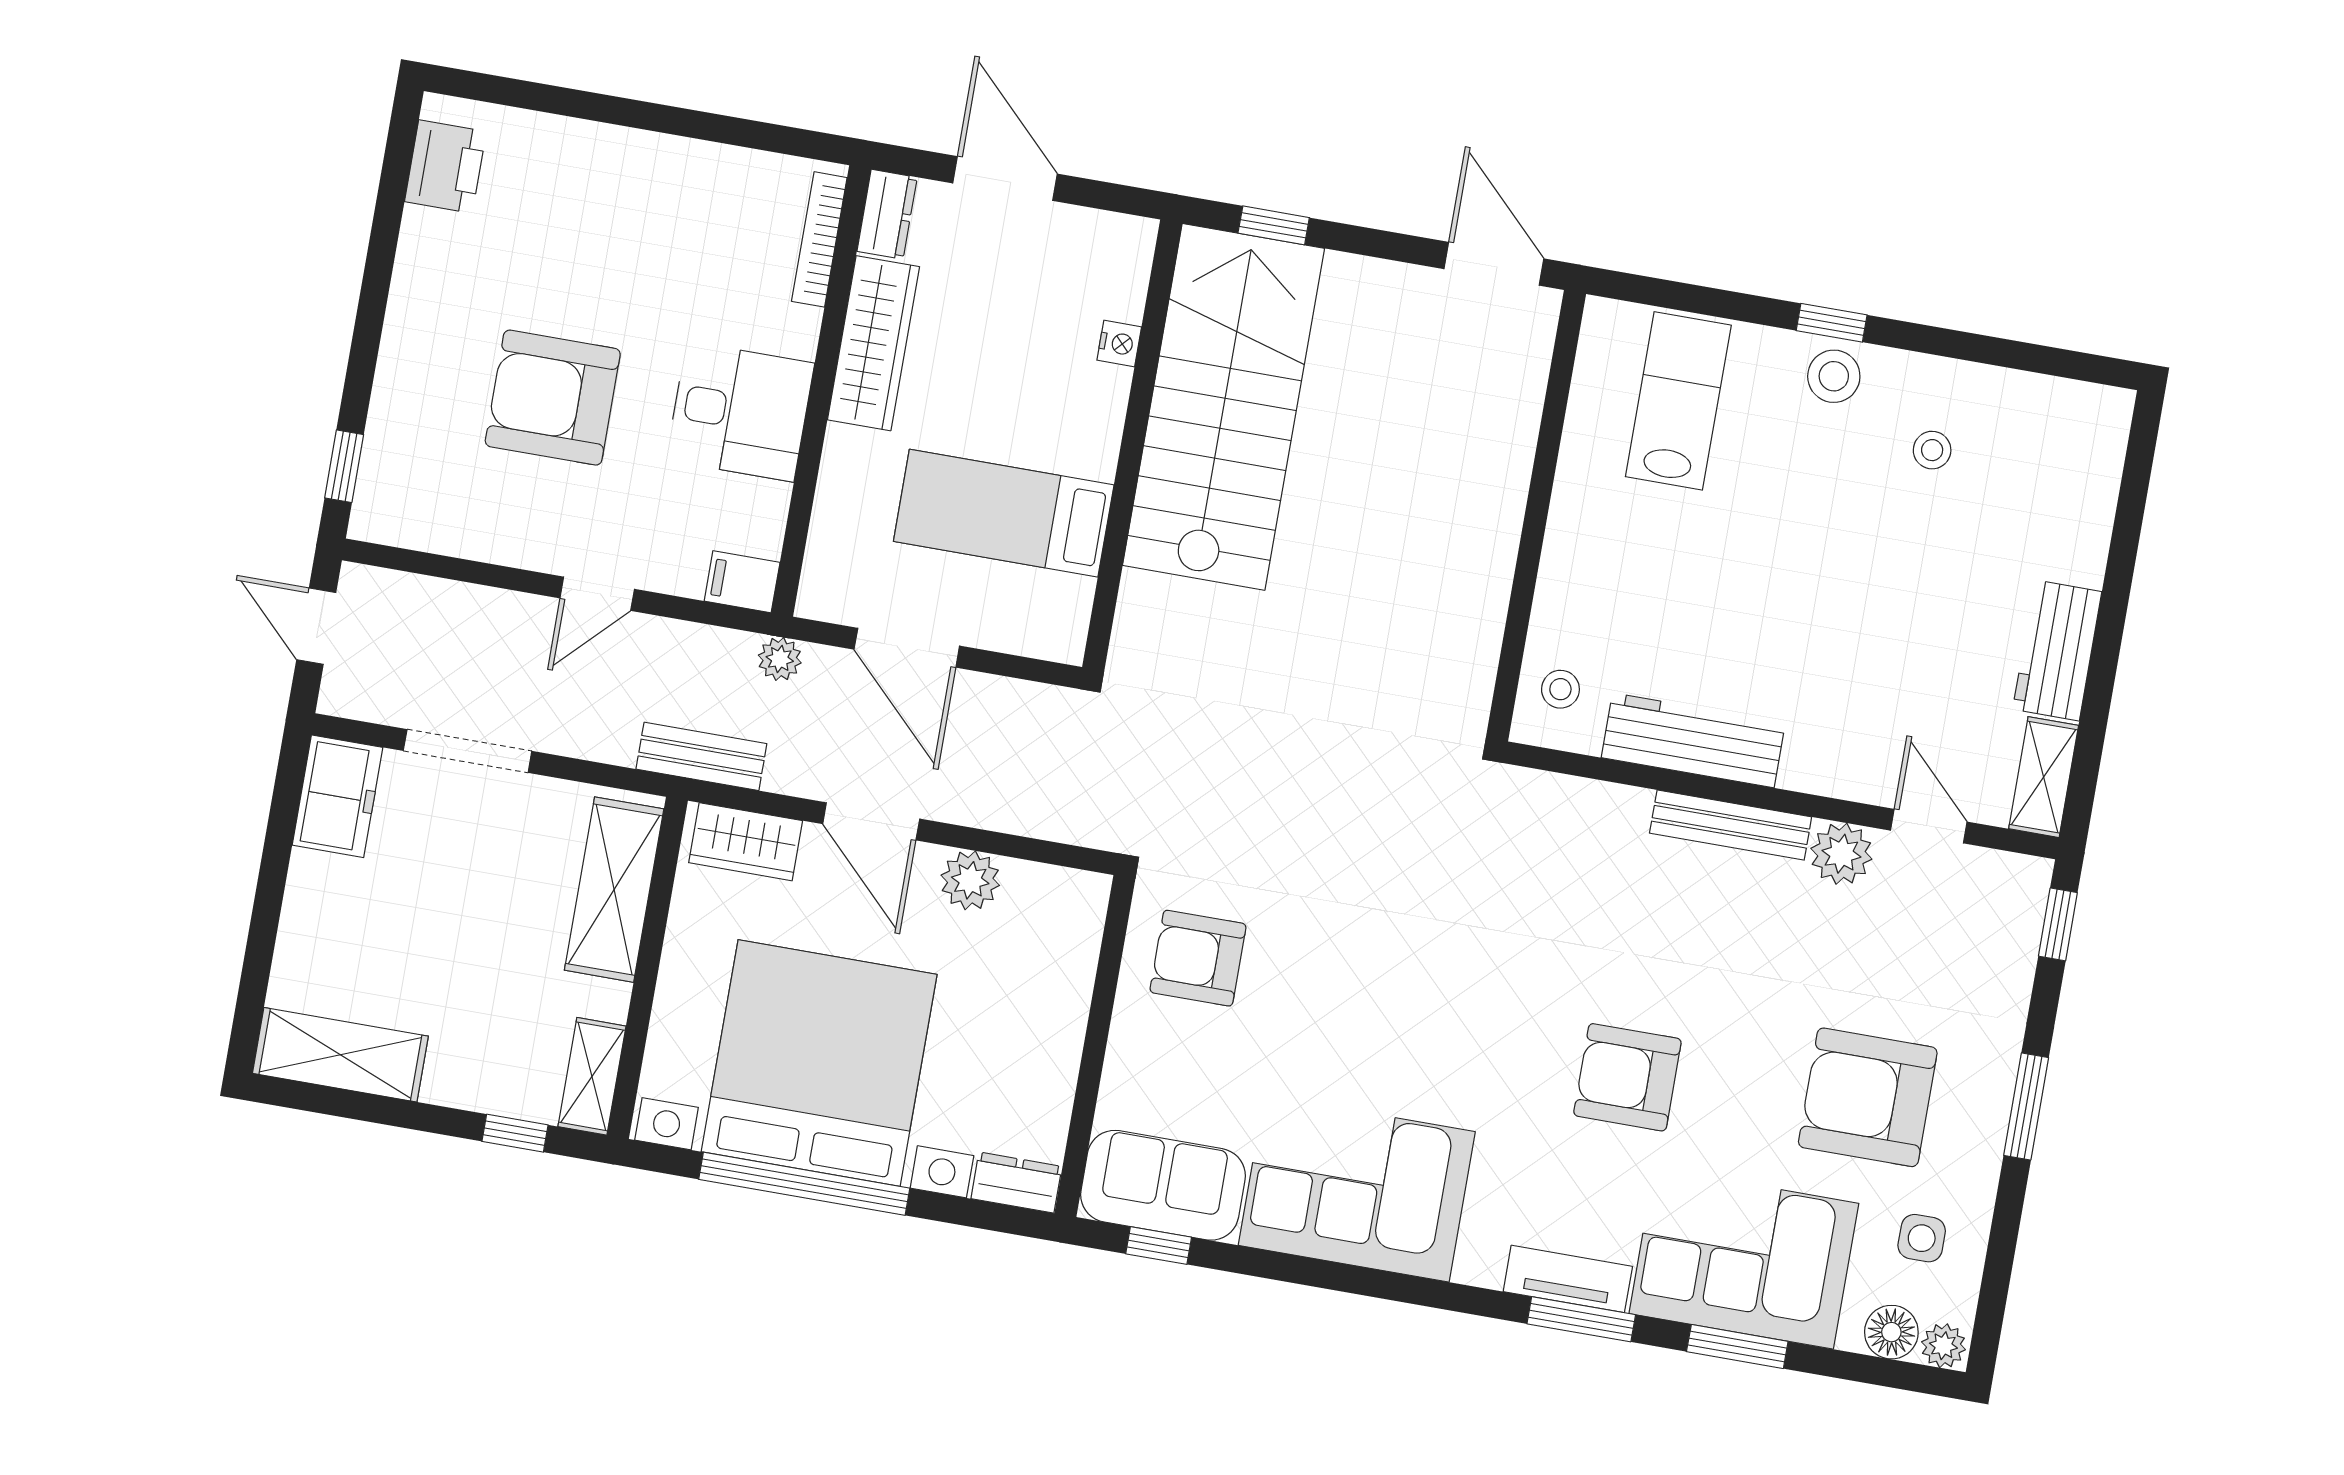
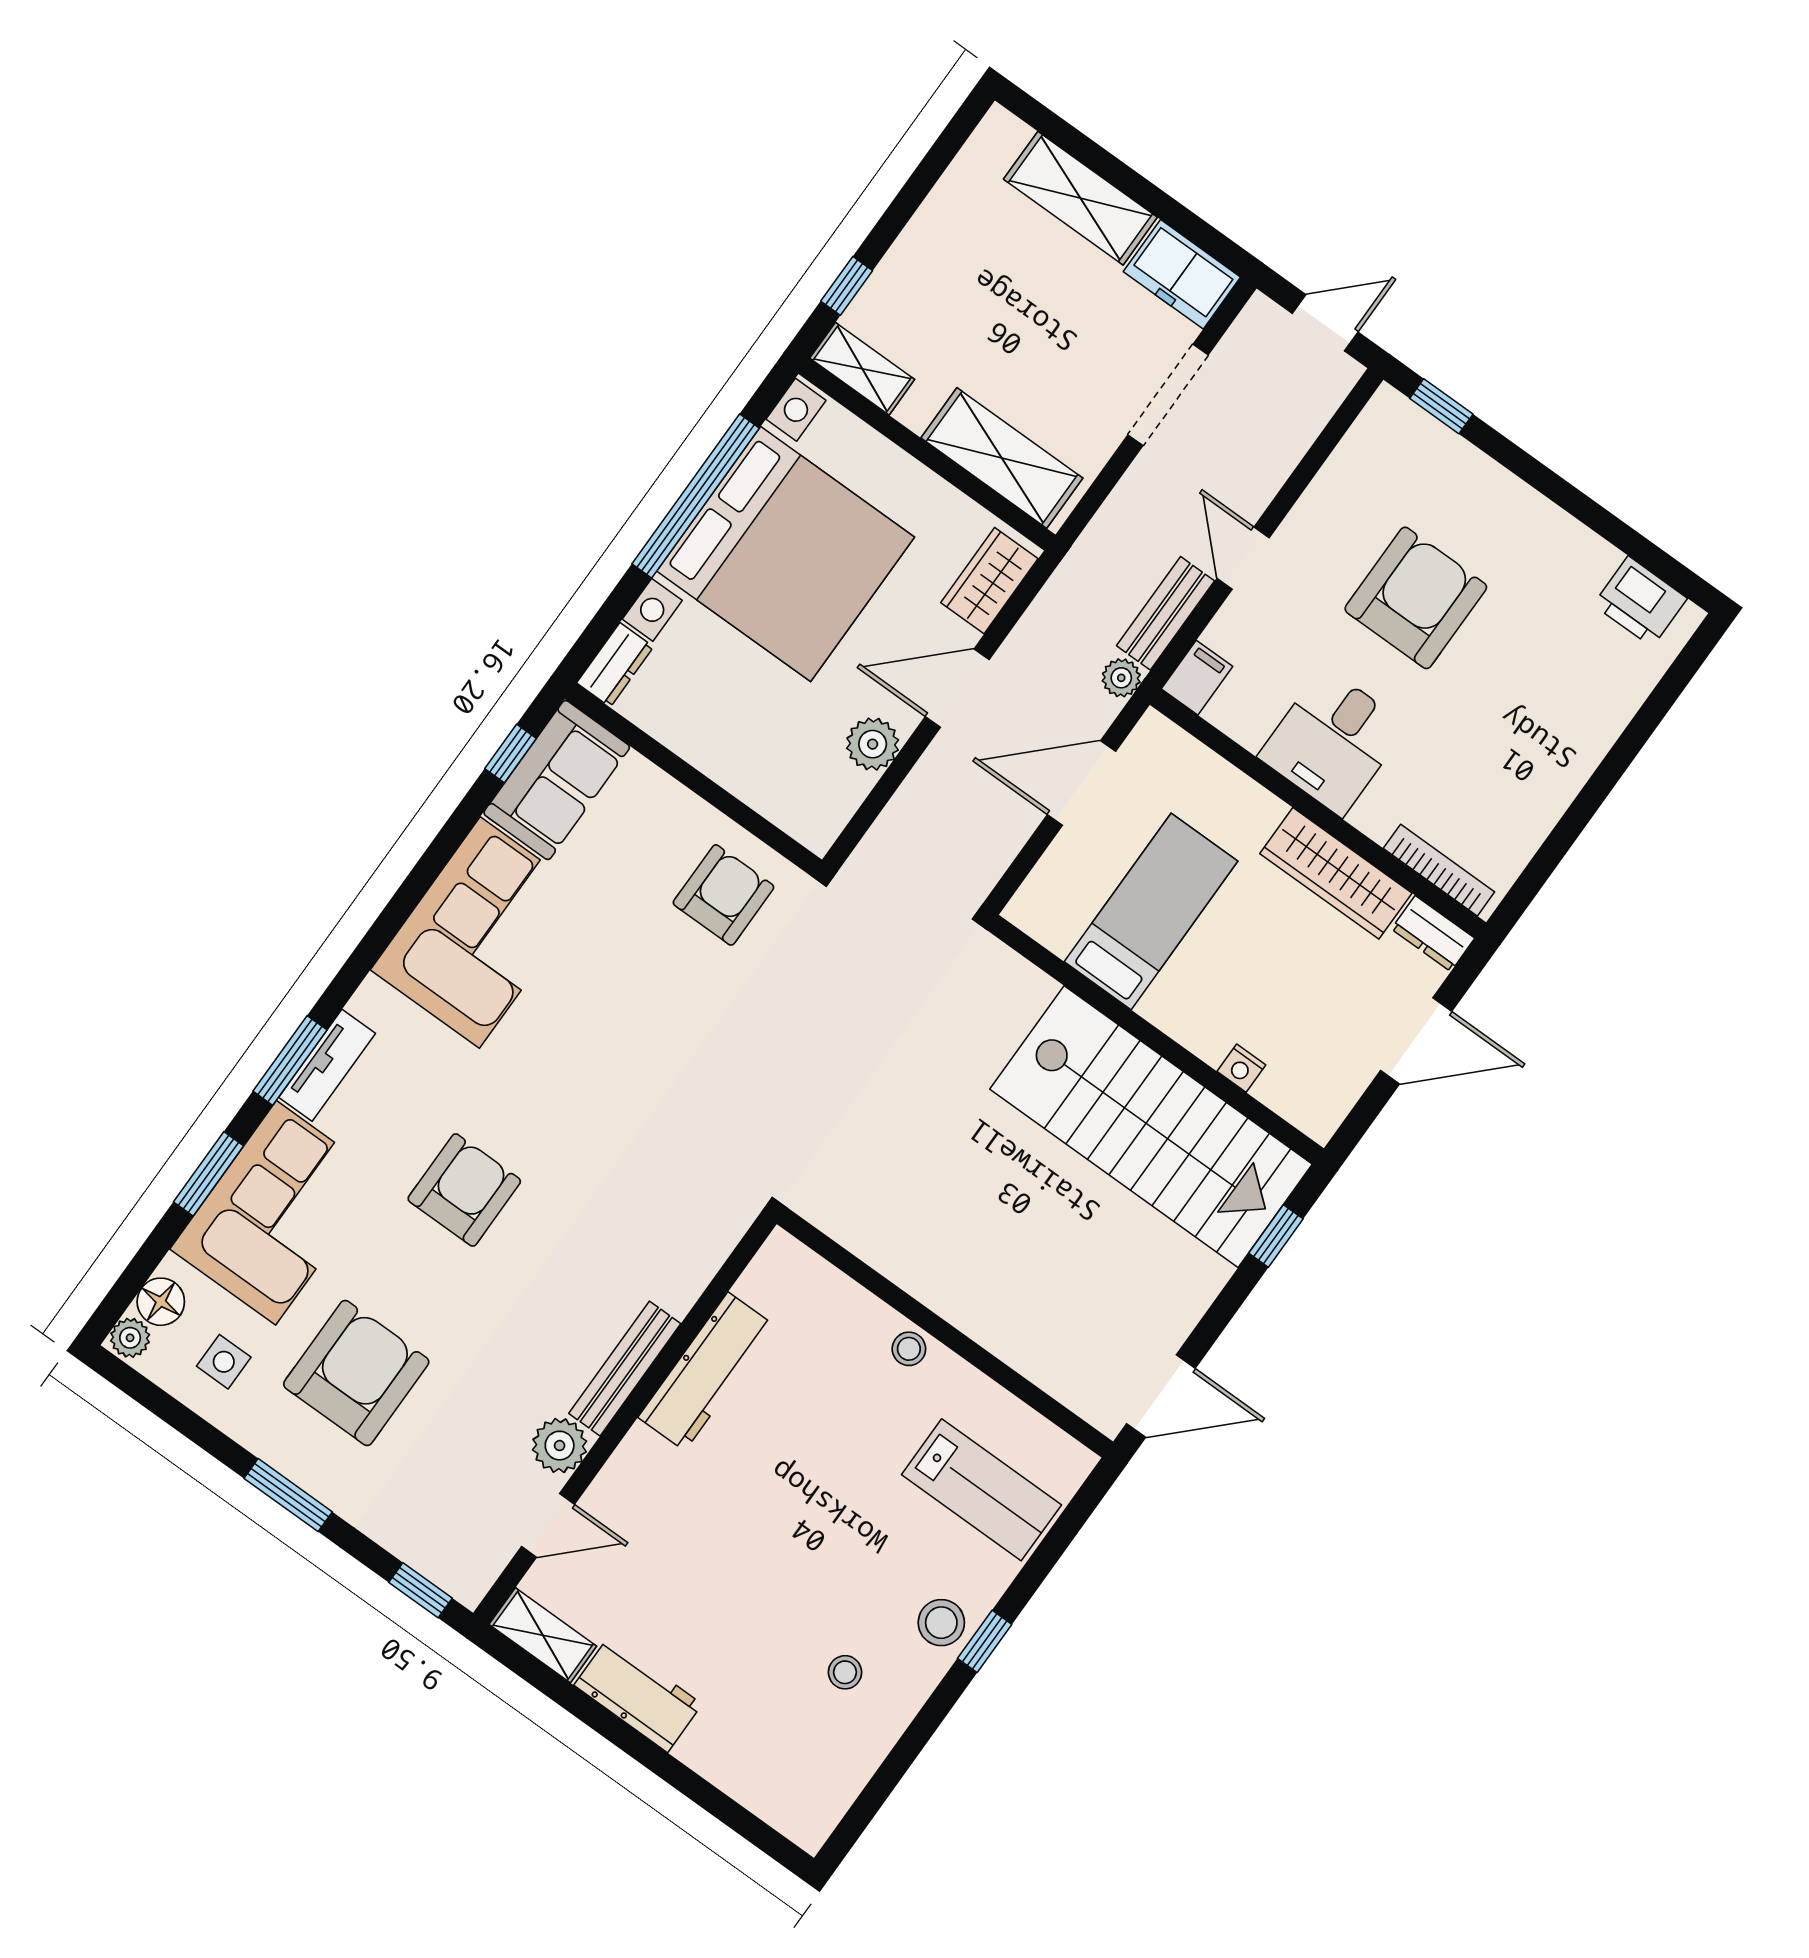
stool: (1560, 689) -> (909, 1349), moved
bench: (701, 756) -> (1166, 613), moved
shelving: (340, 1055) -> (1080, 198), moved, turned 90

